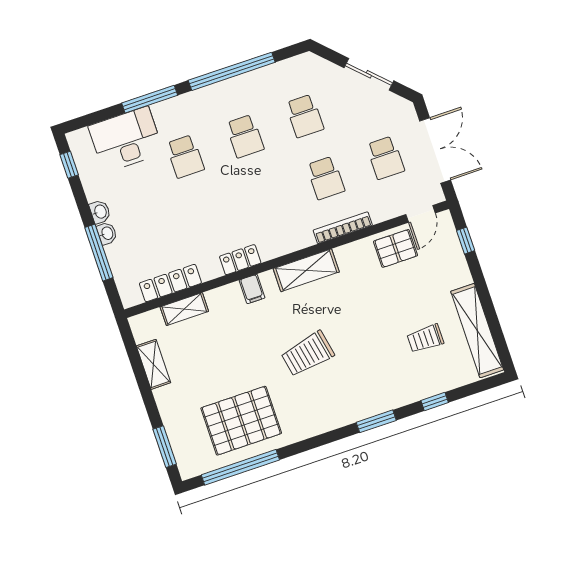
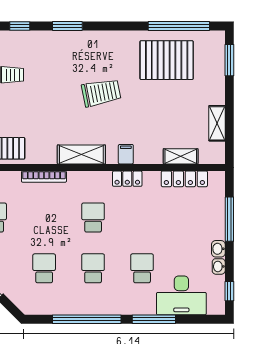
school desk: (326, 178) -> (93, 218), moved
washbasin: (107, 233) -> (219, 266), moved

